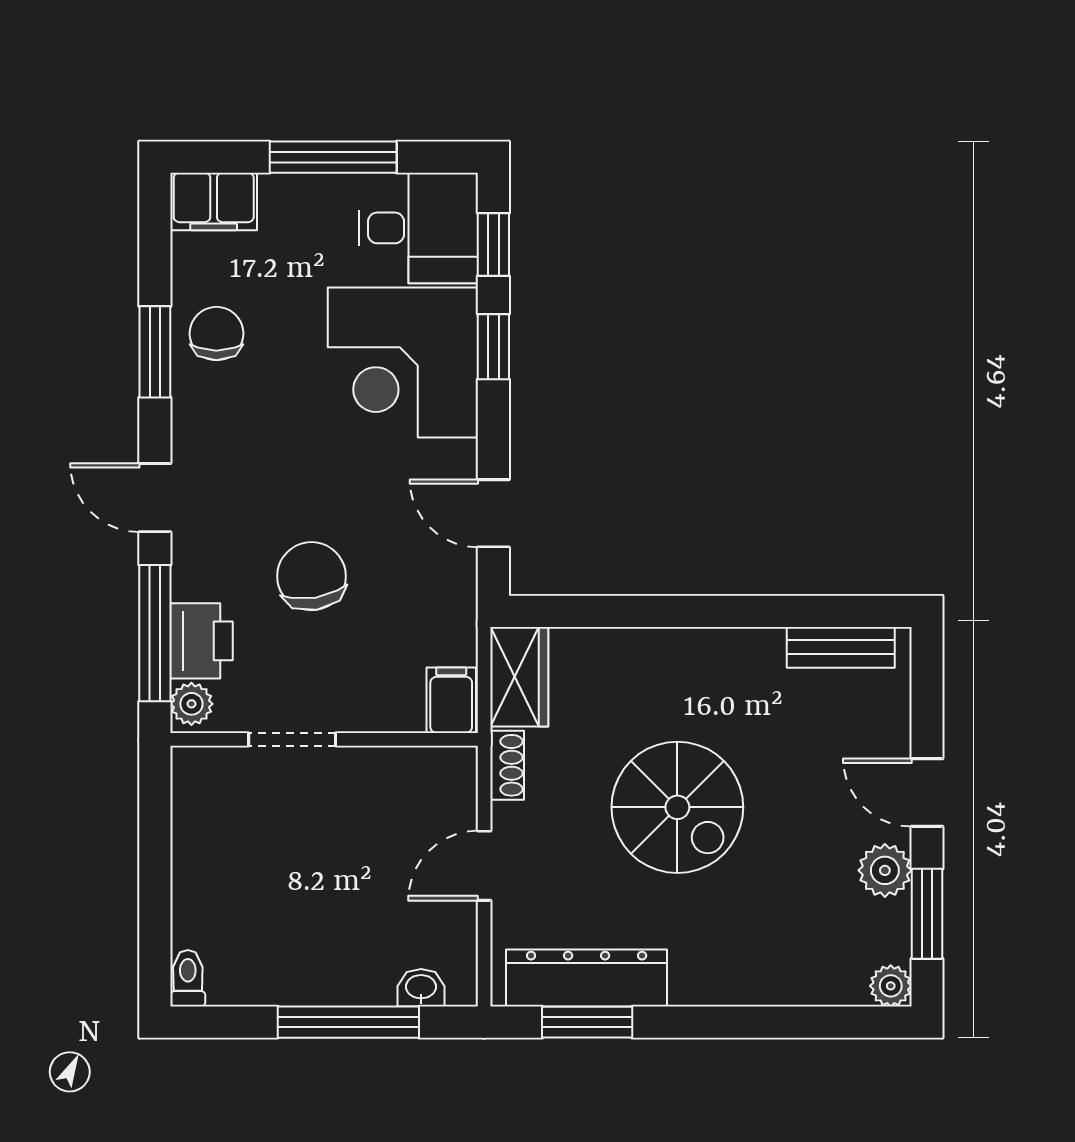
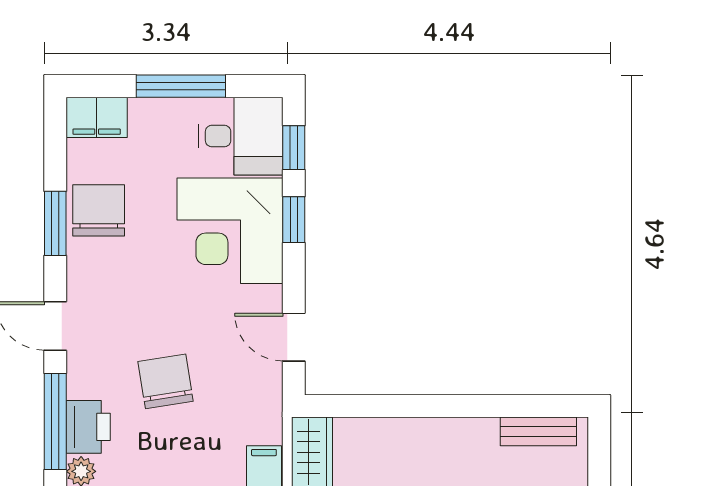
chair: (216, 334) -> (99, 210), width x1.37, depth x1.37

